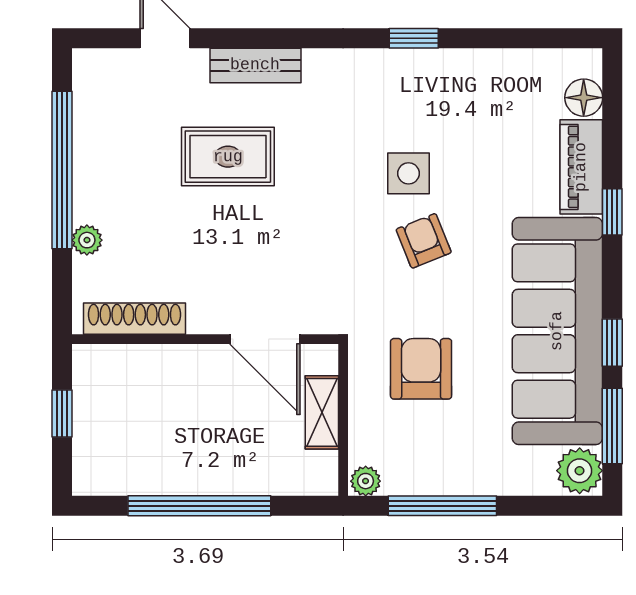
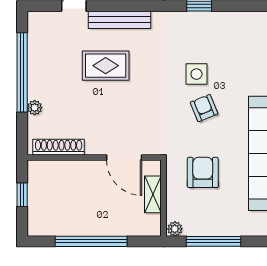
bench: (255, 65) -> (119, 20), width x1.36

